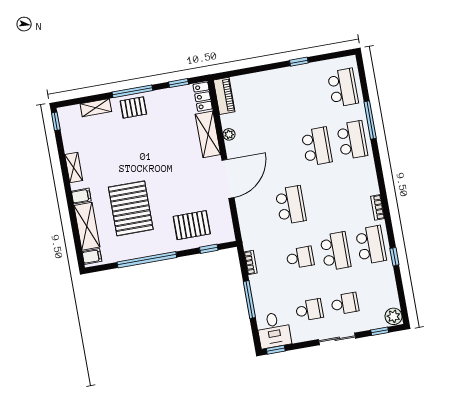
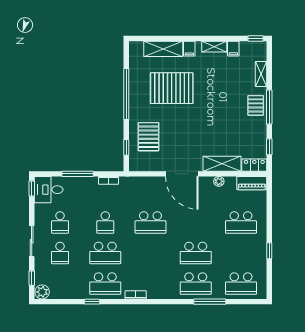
school desk: (272, 100) -> (241, 222), added
filing cabinet: (92, 256) -> (233, 49), moved

